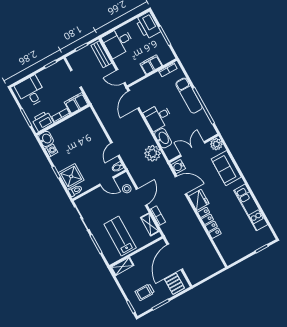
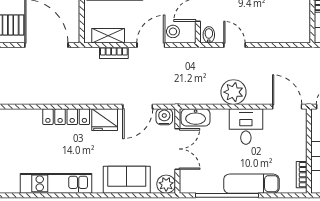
washbasin: (163, 138) -> (196, 117), moved
plant: (152, 153) -> (233, 92), moved
door: (142, 197) -> (151, 45), swing flipped

